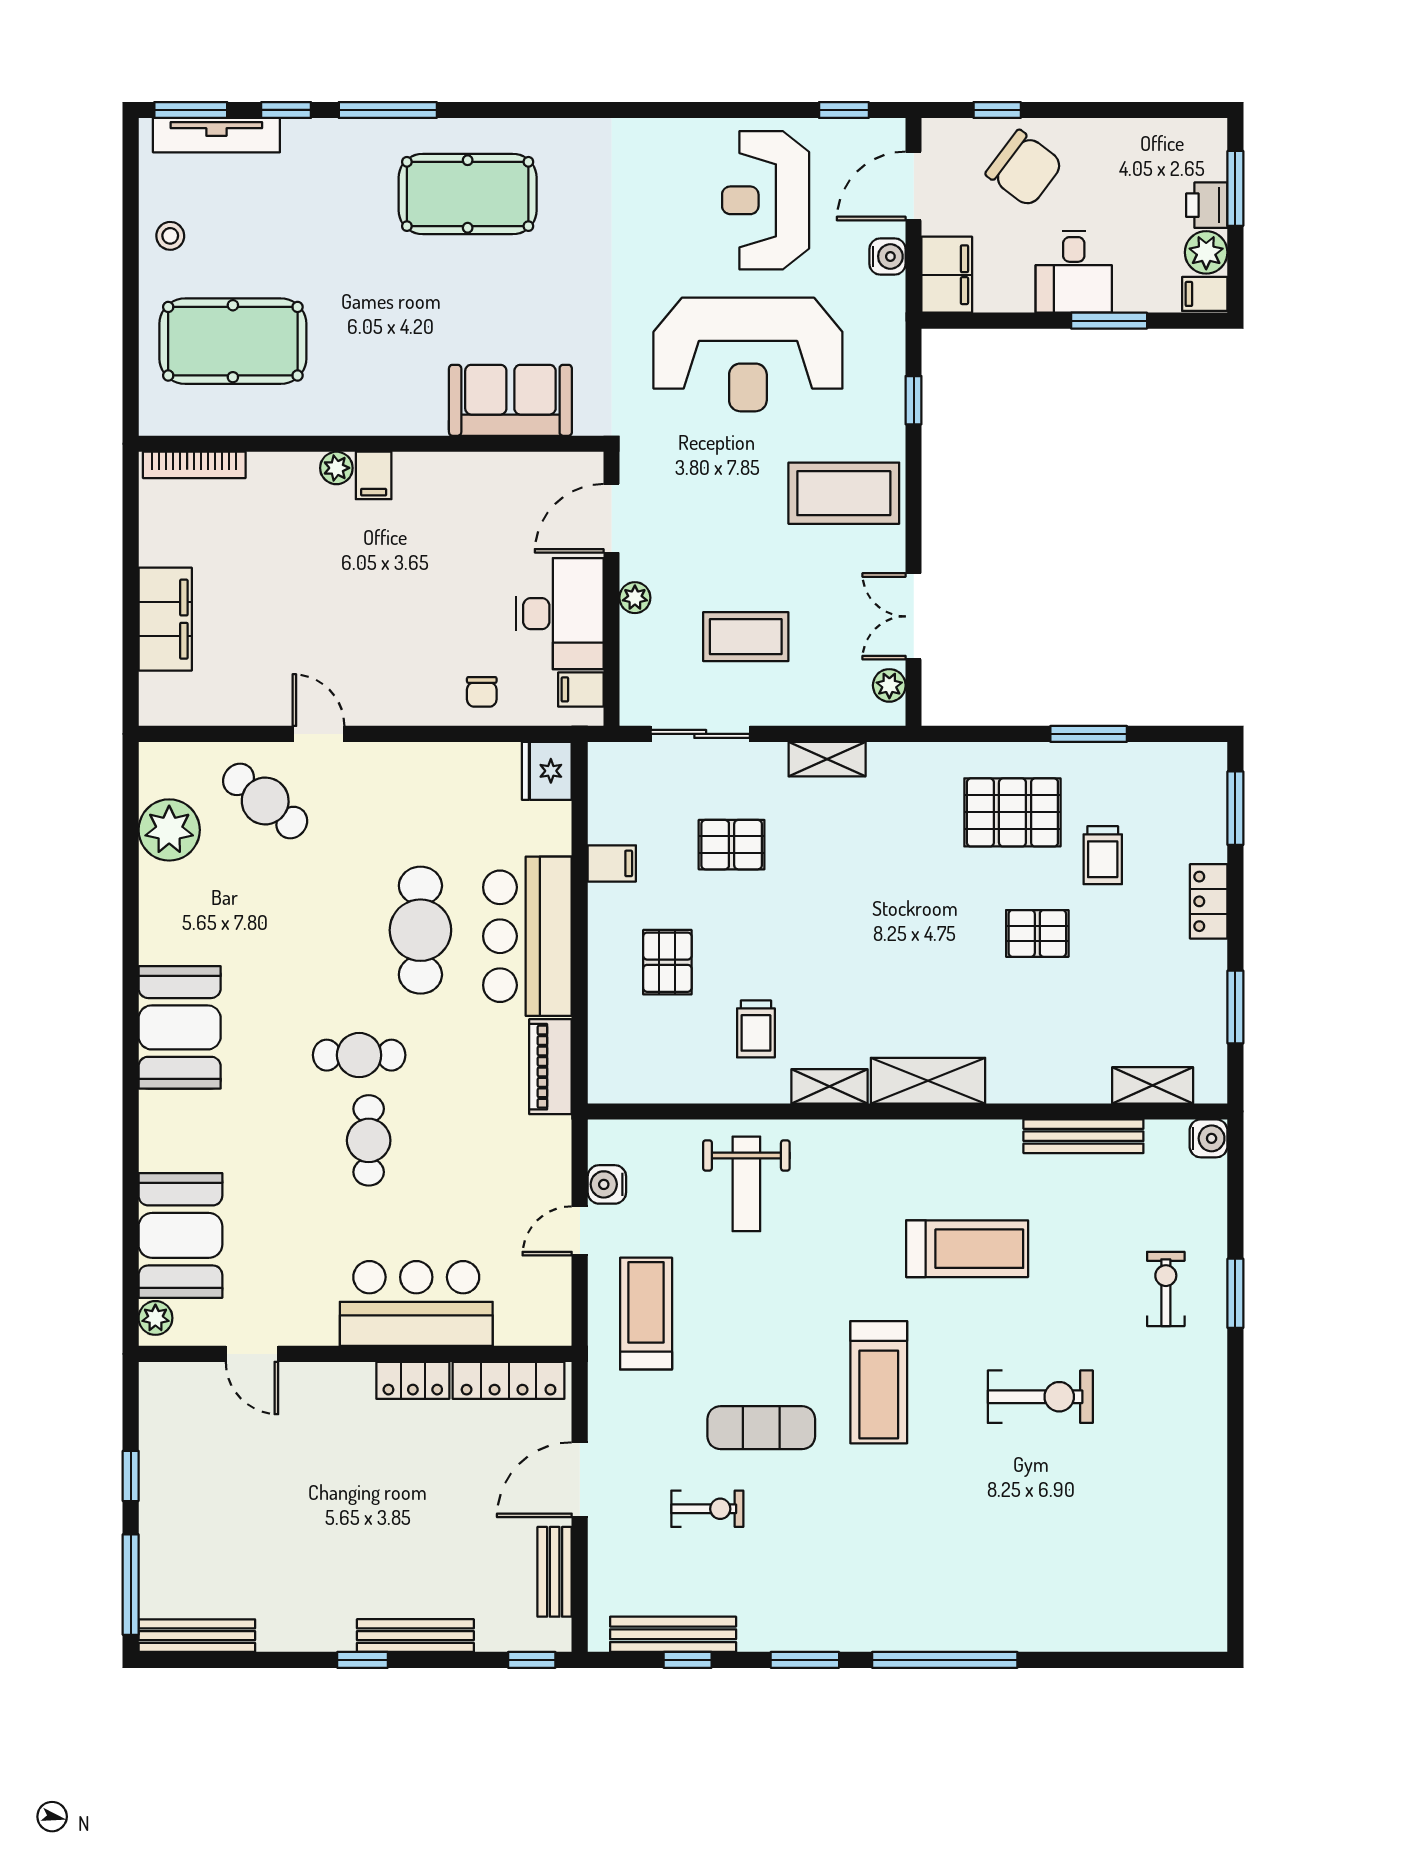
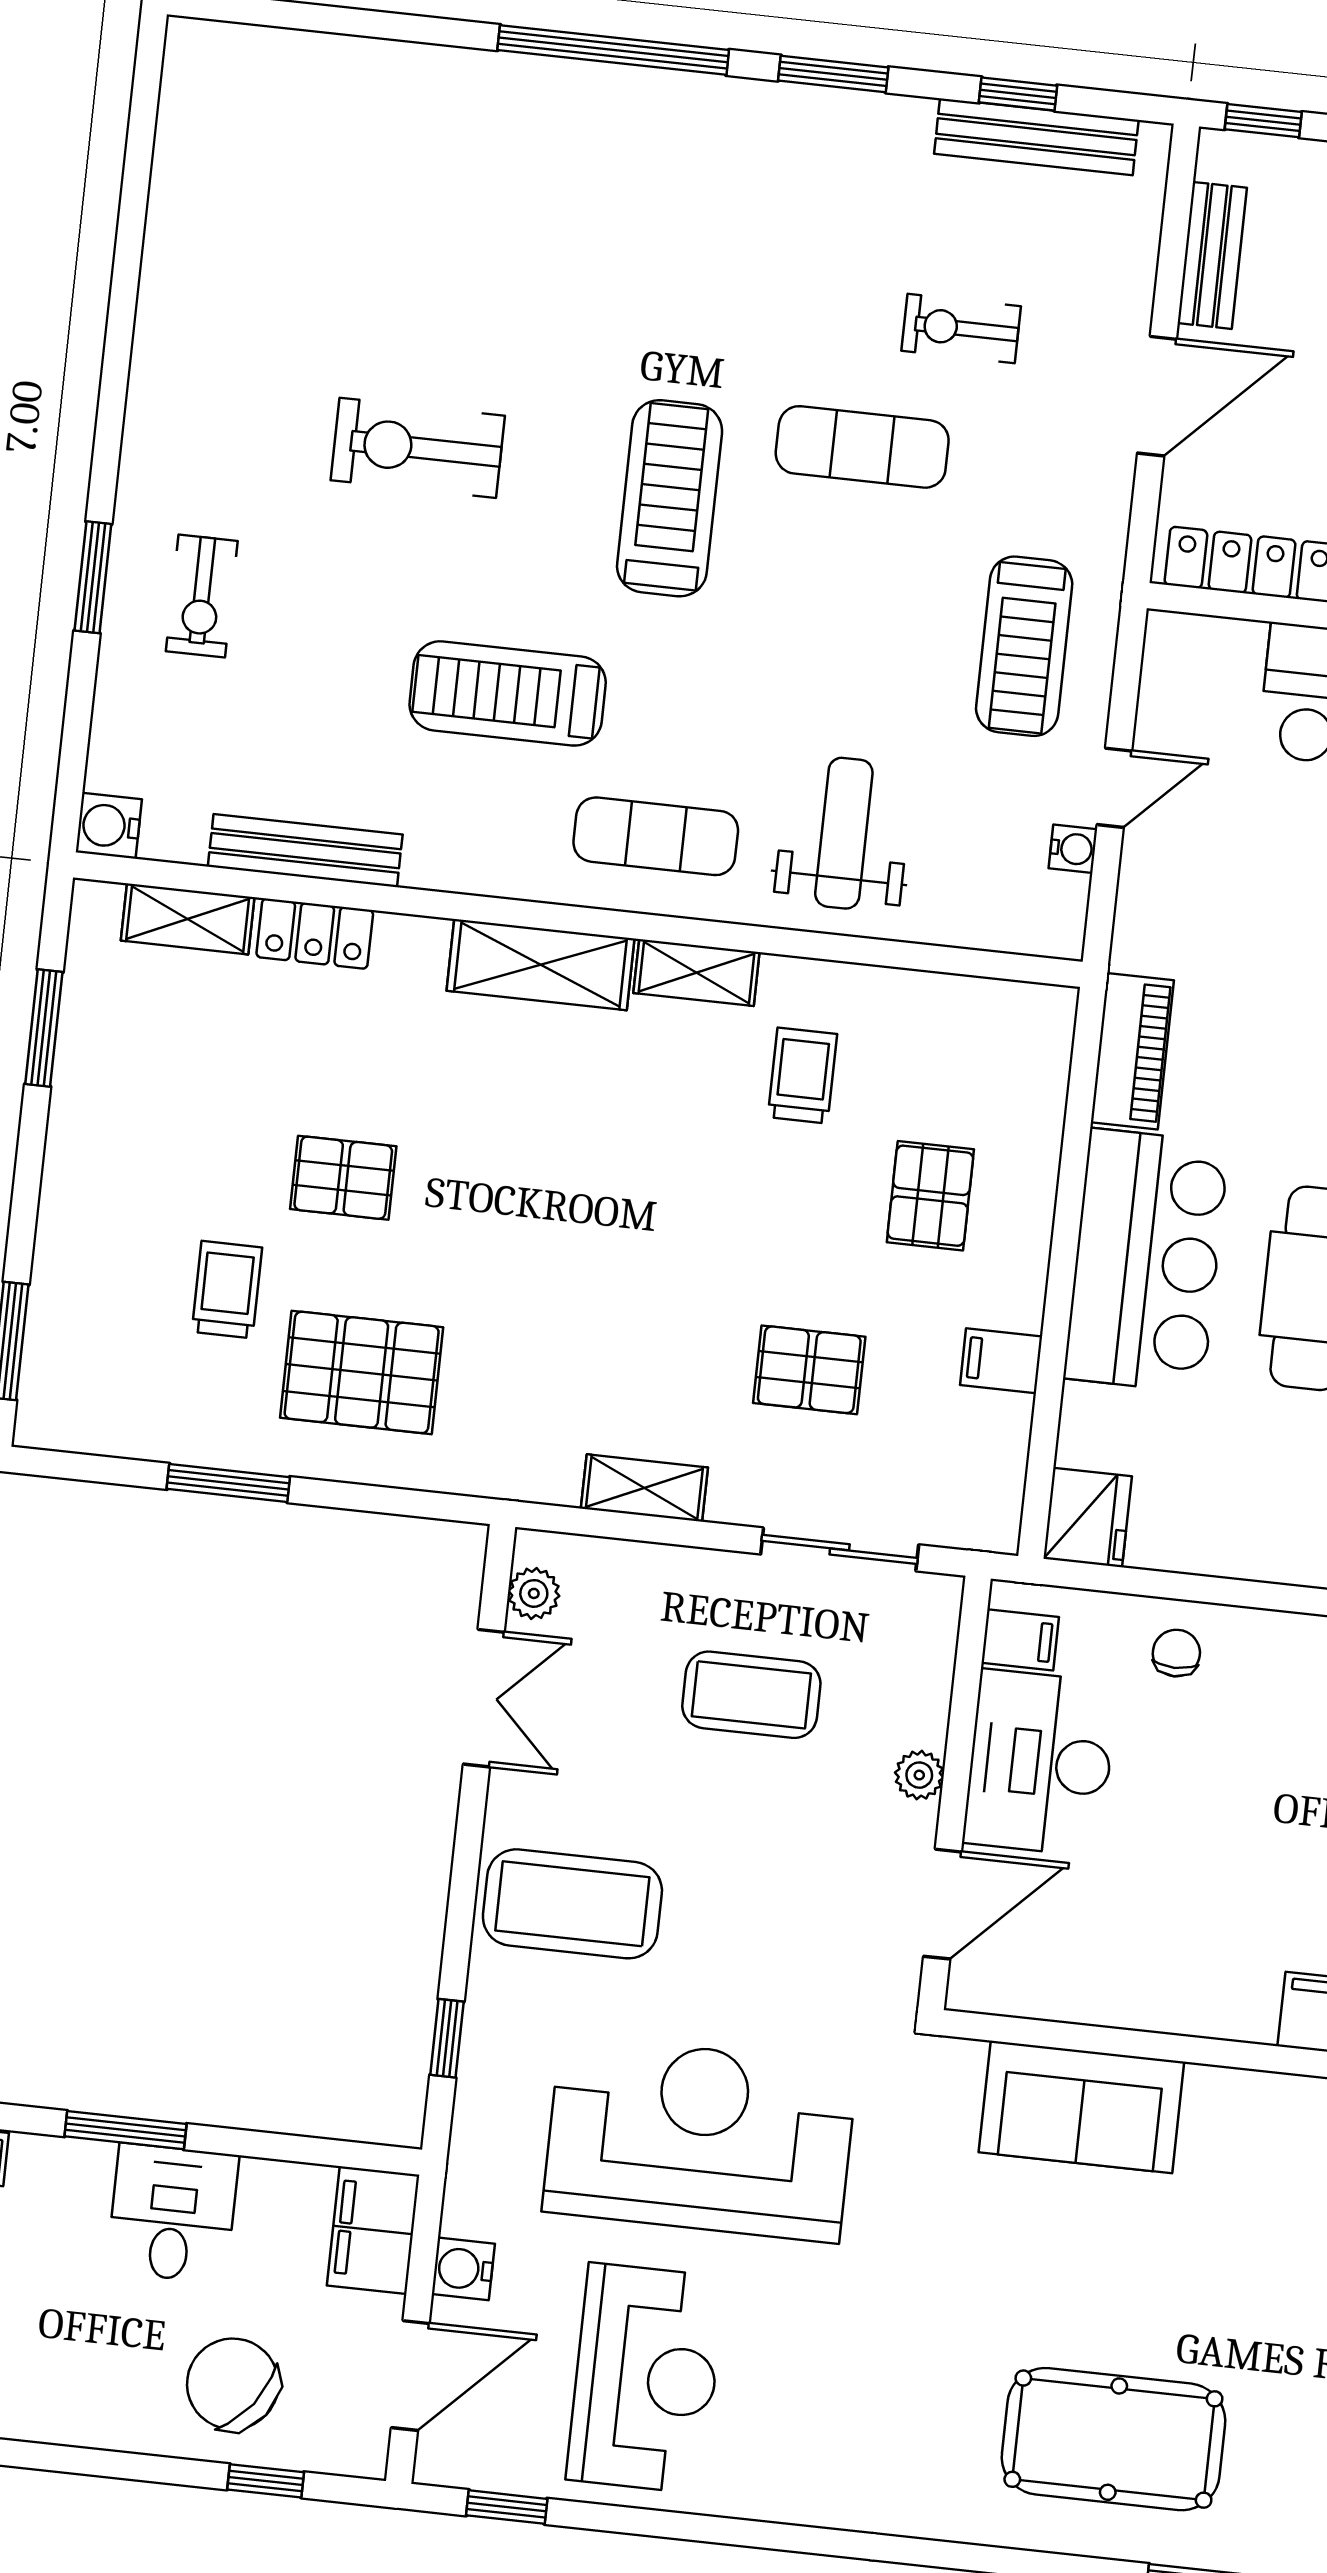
locker: (1209, 901) -> (315, 934), moved, turned 90
exercise mat: (864, 1169) -> (656, 836), added
water cooler: (607, 1184) -> (1073, 849), width x0.72, depth x0.72

